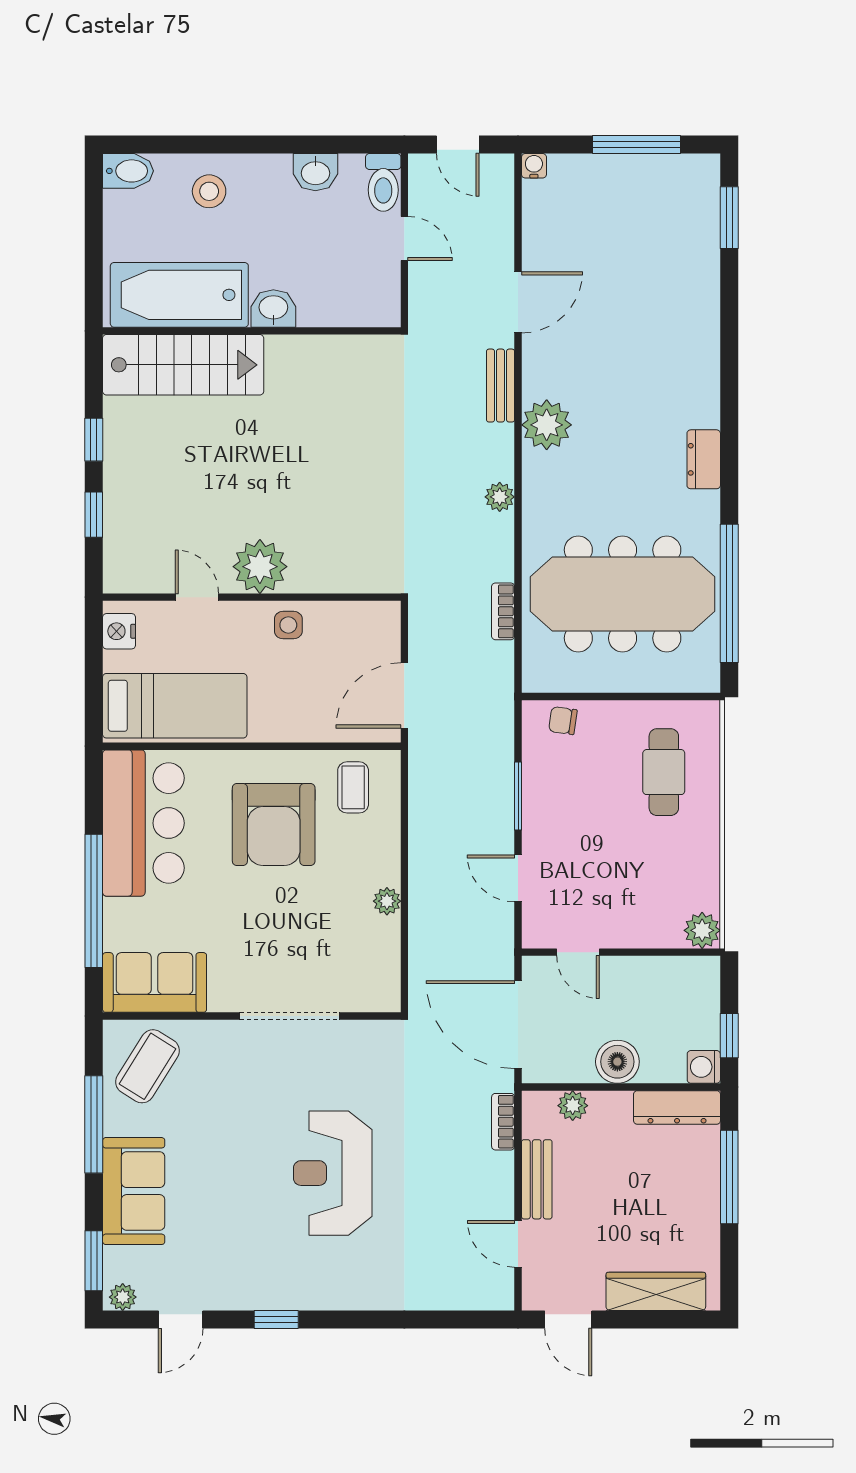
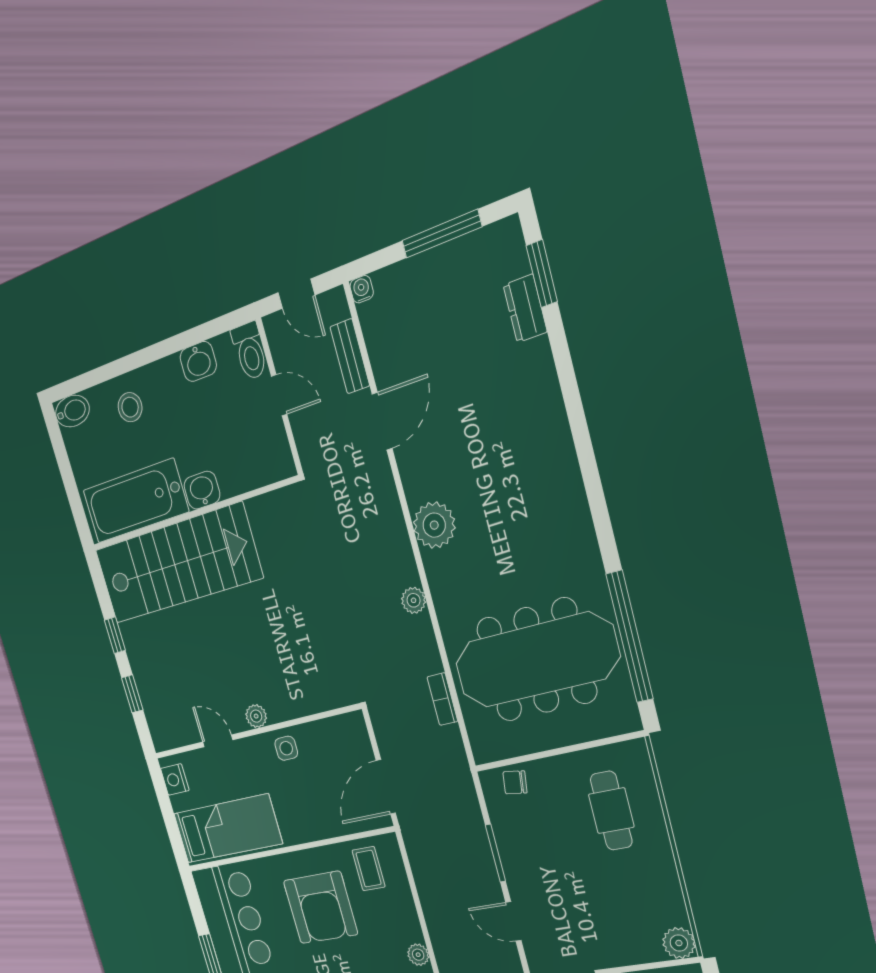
stairs: (183, 365) -> (178, 564), width x1.36, depth x1.51
bench: (501, 386) -> (350, 356), moved
dresser: (704, 459) -> (525, 308), moved
plant: (260, 567) -> (256, 716), width x0.53, depth x0.53

